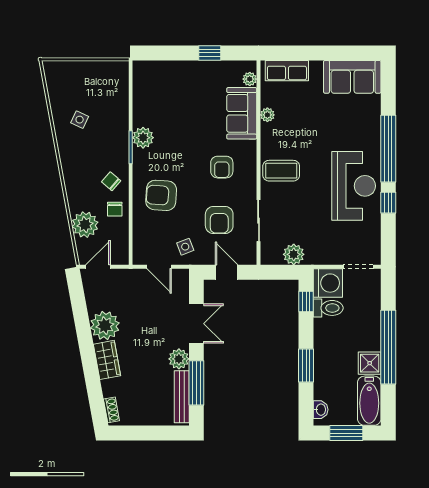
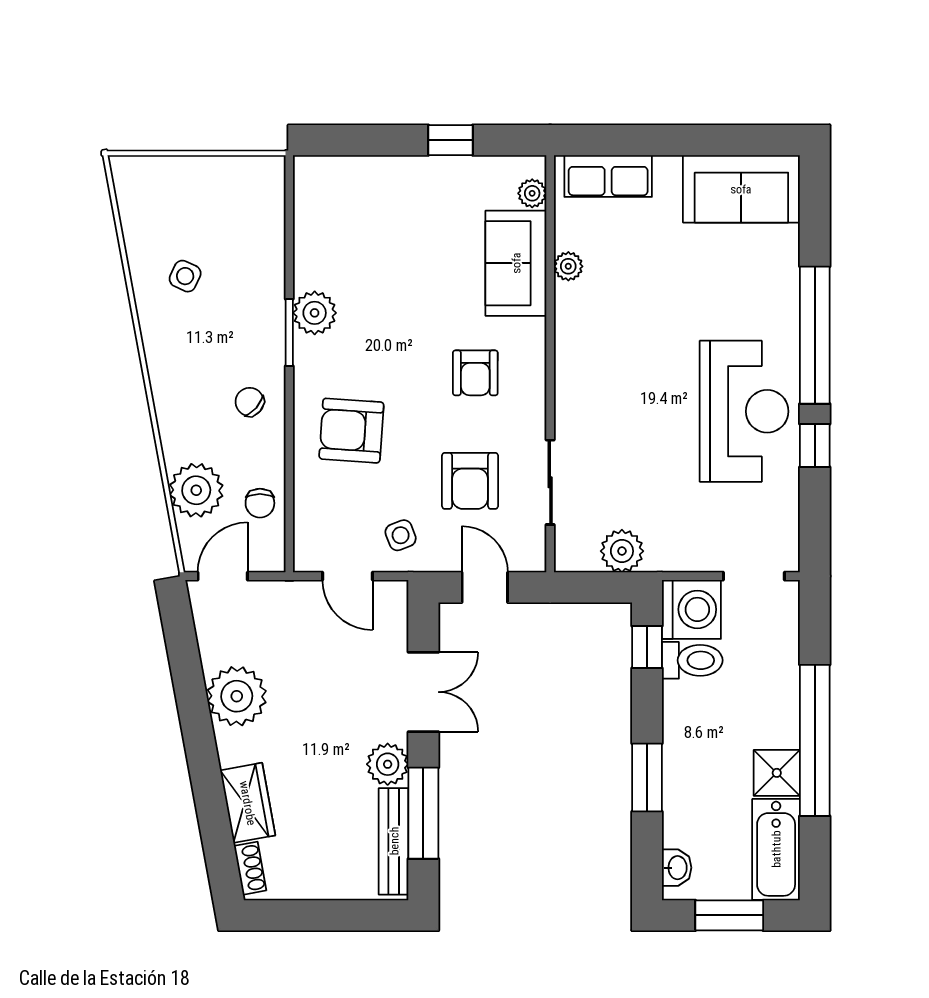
coffee table: (281, 171) -> (596, 380), removed
chair: (115, 209) -> (260, 503), moved
wardrobe: (107, 360) -> (248, 803), moved

